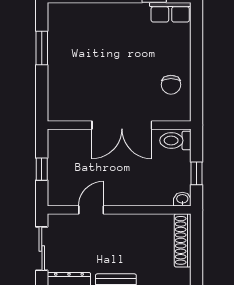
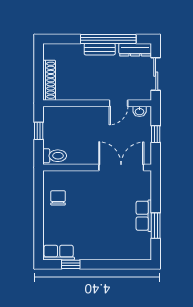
row of seats: (58, 61) -> (144, 216), added
double door: (122, 125) -> (121, 167), moved
washbasin: (182, 199) -> (140, 111), moved

